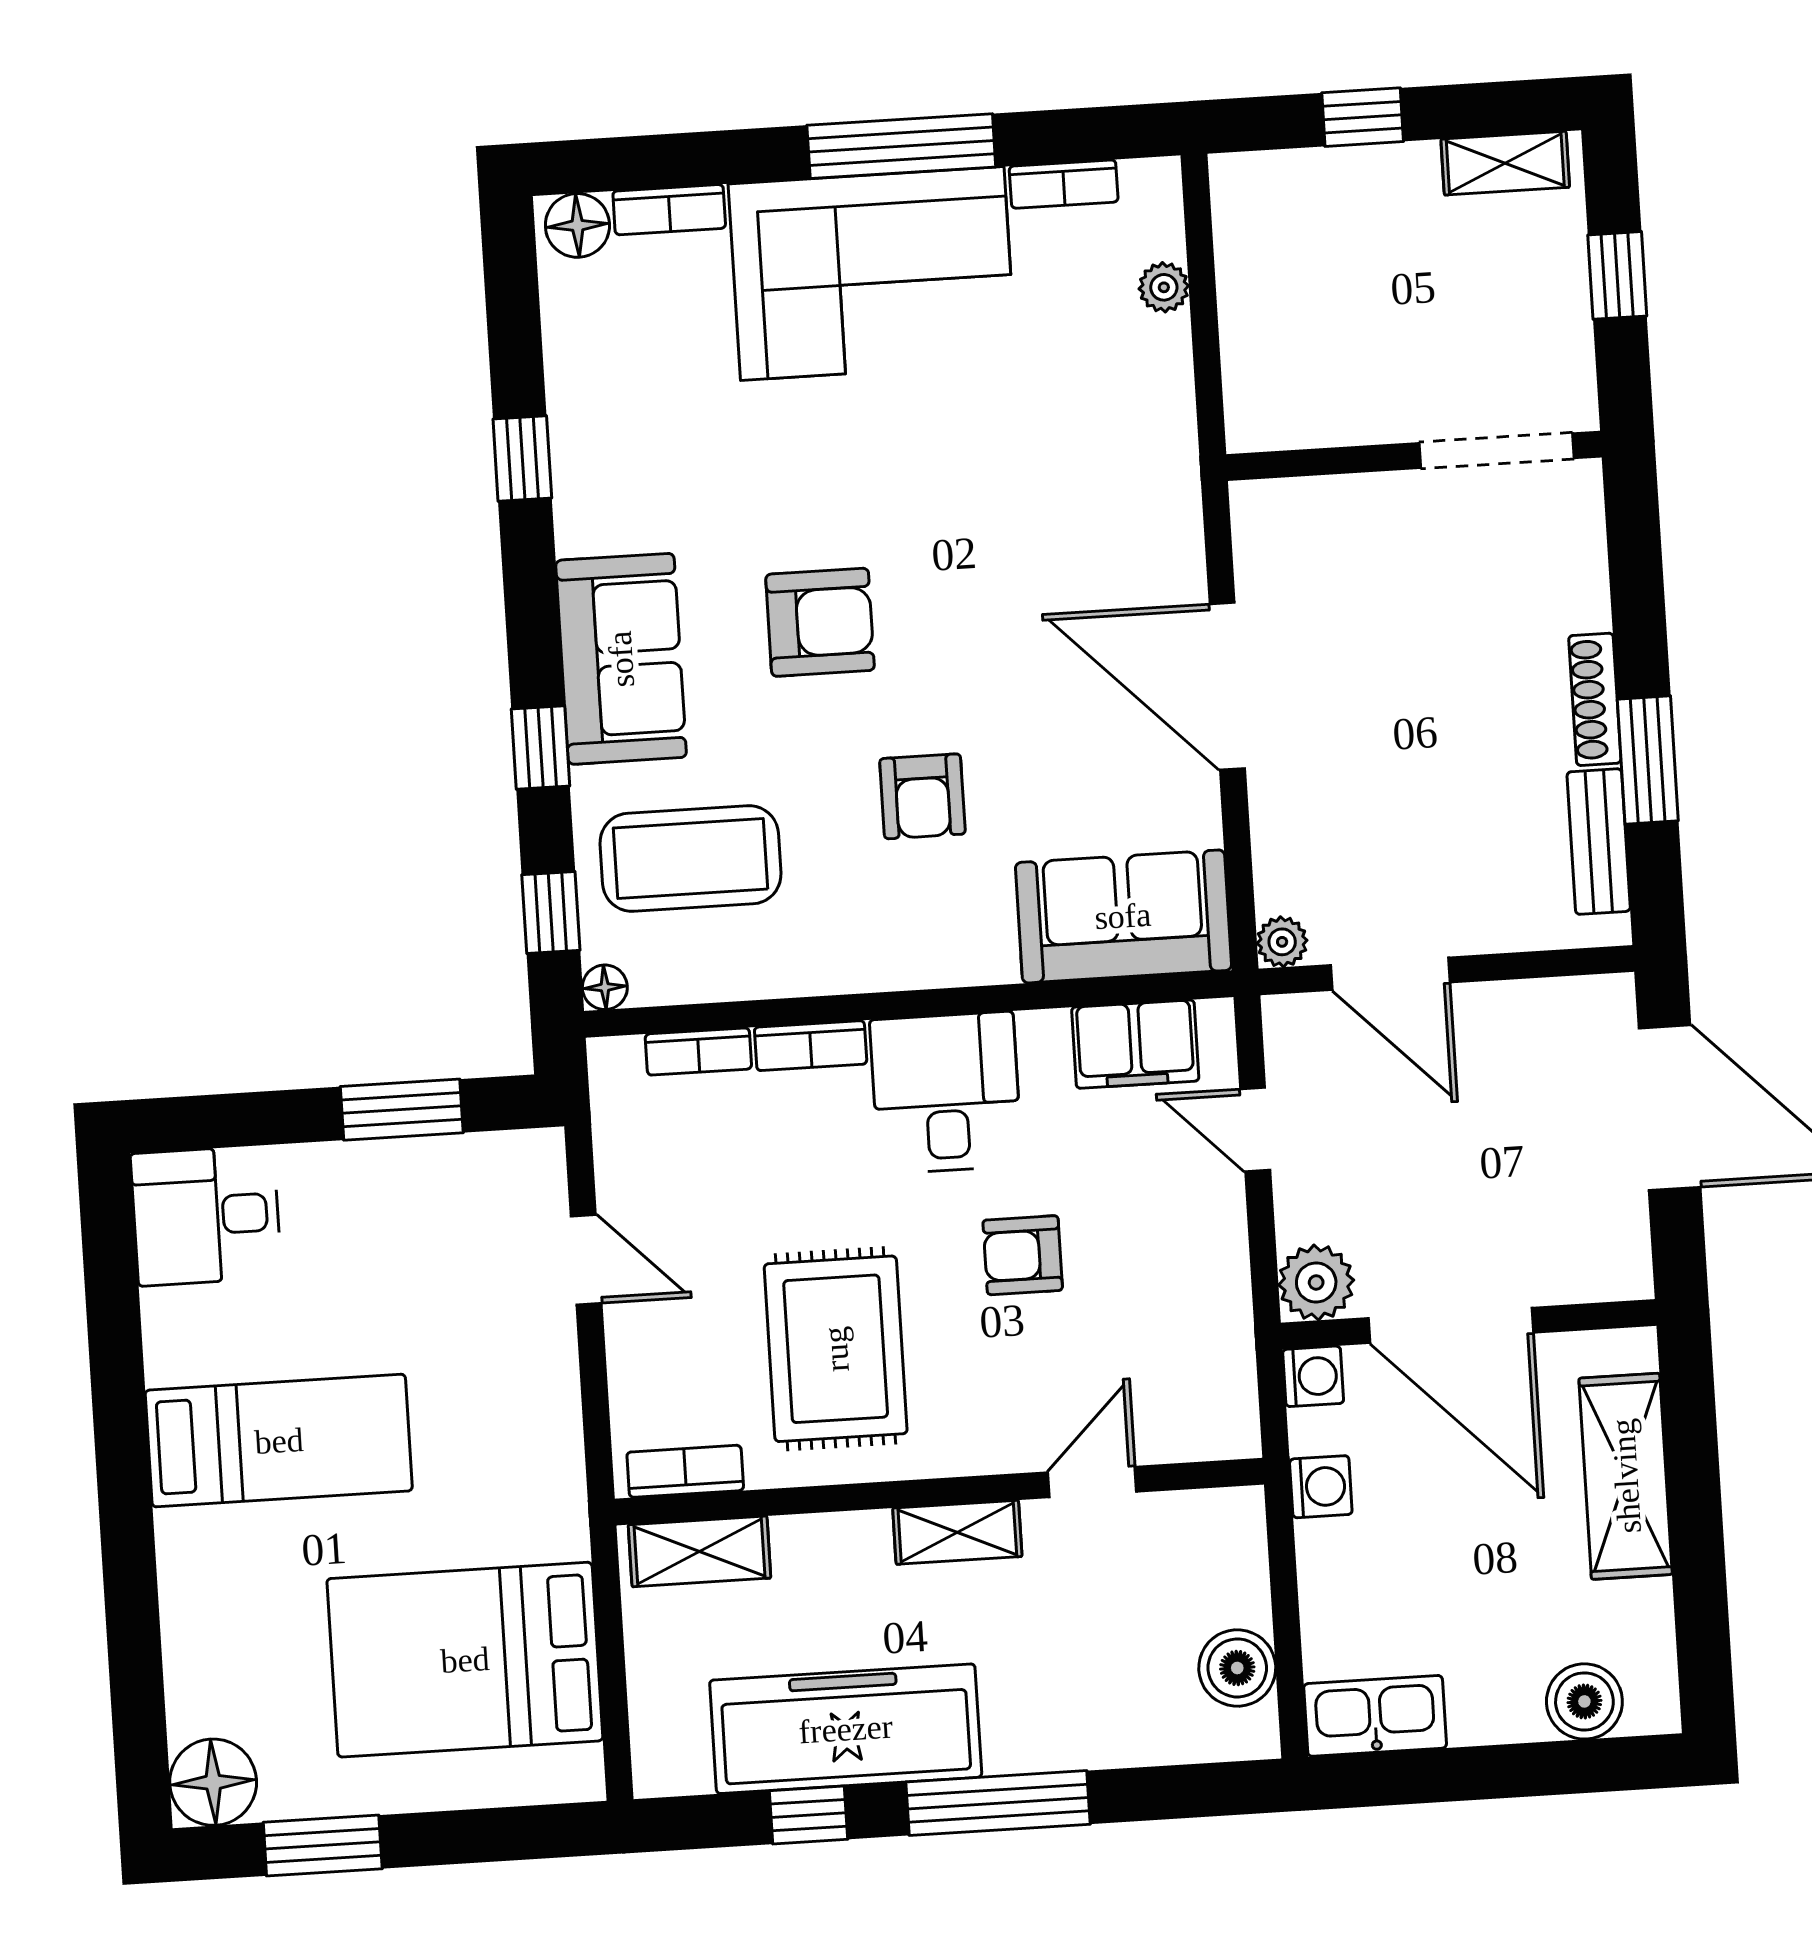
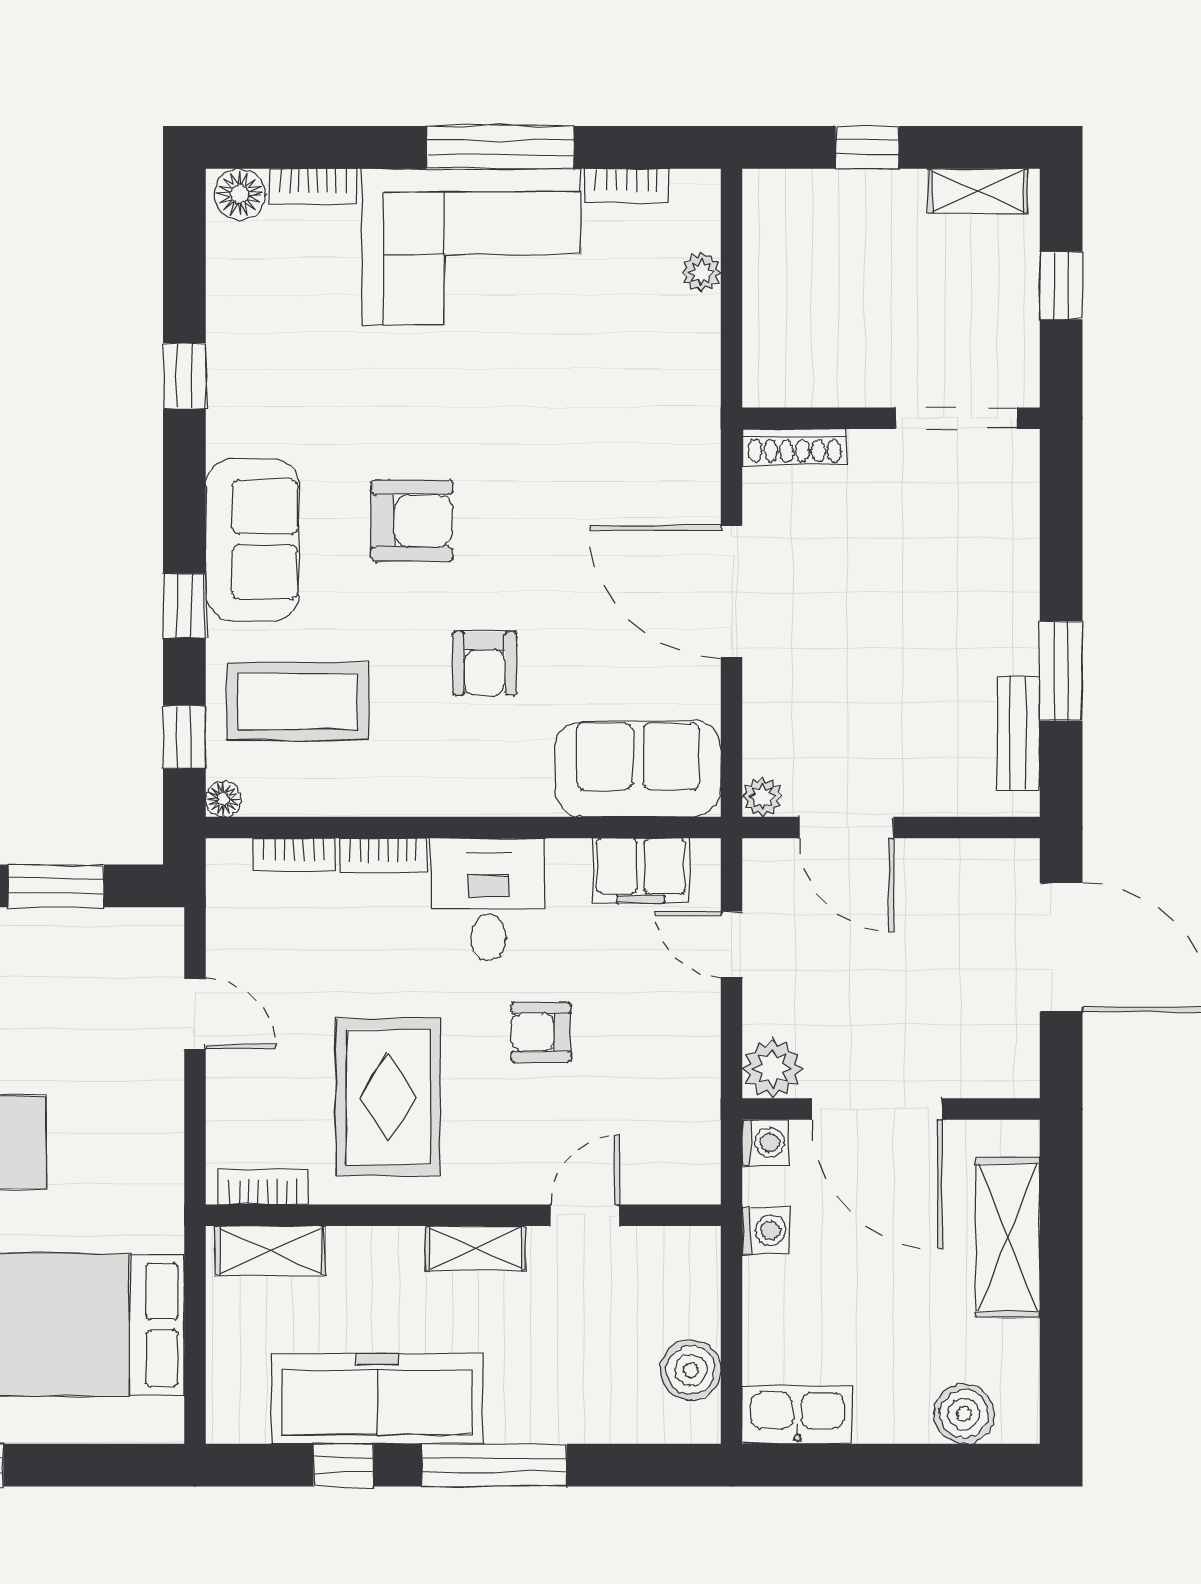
shoe rack: (1595, 699) -> (795, 447), moved, turned -90

